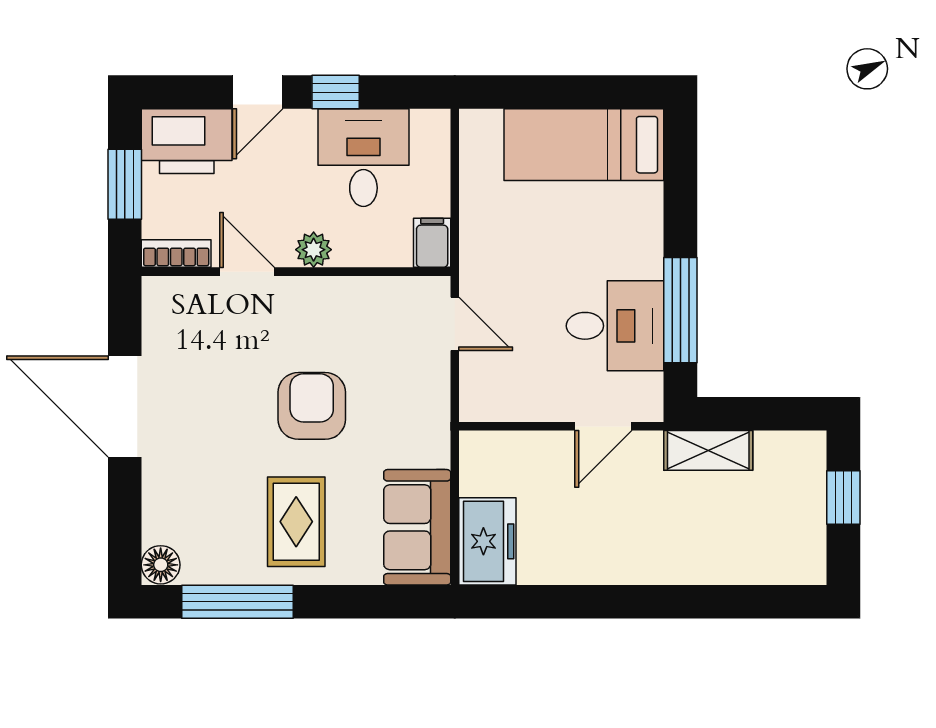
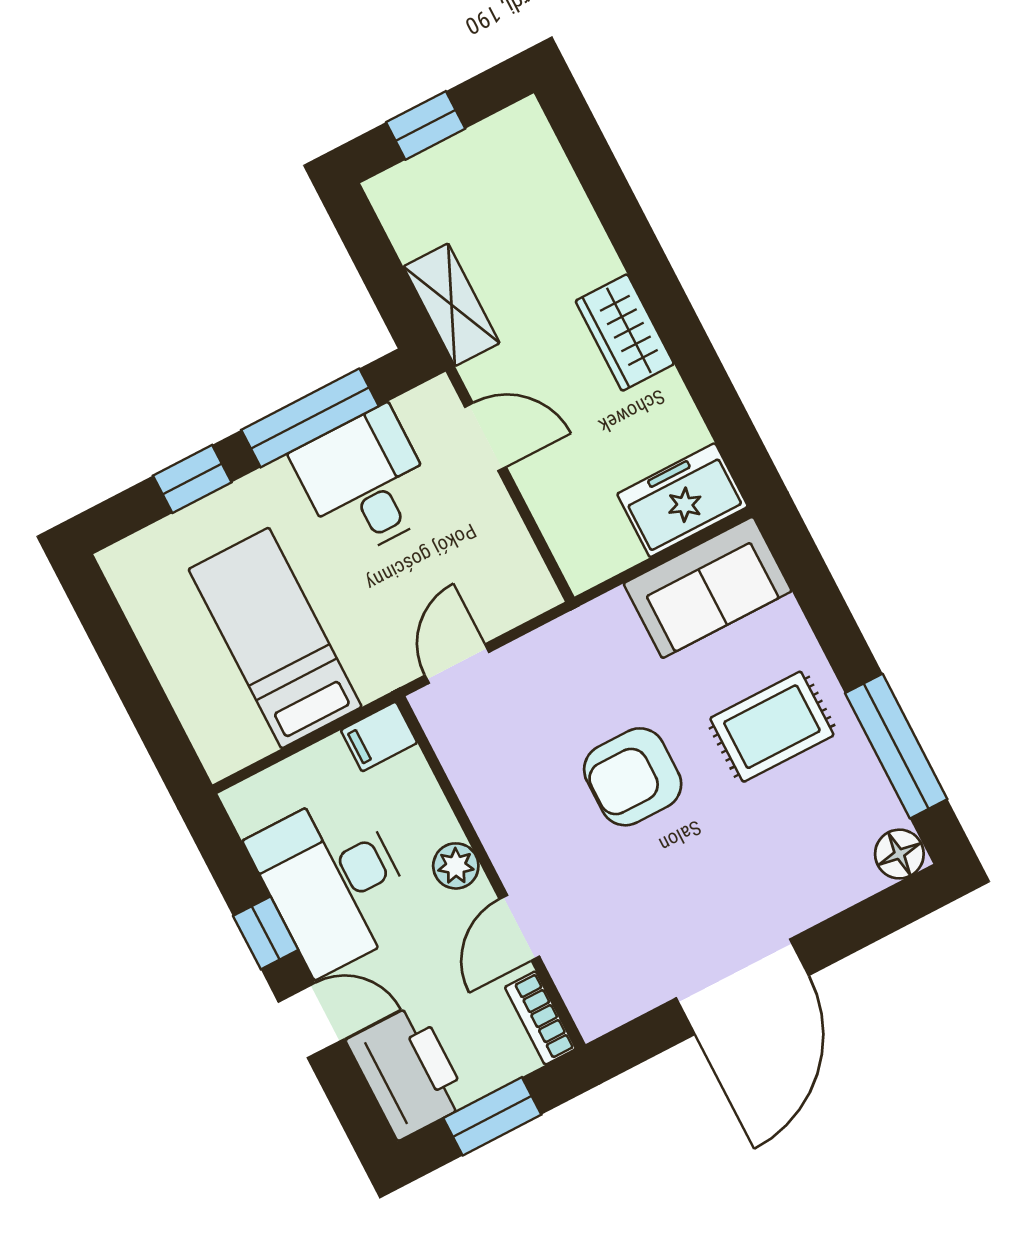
bed: (584, 145) -> (275, 638), moved, turned 180
desk: (363, 158) -> (333, 882), width x1.37
window: (680, 205) -> (192, 479), added
wardrobe: (626, 562) -> (625, 333), added

